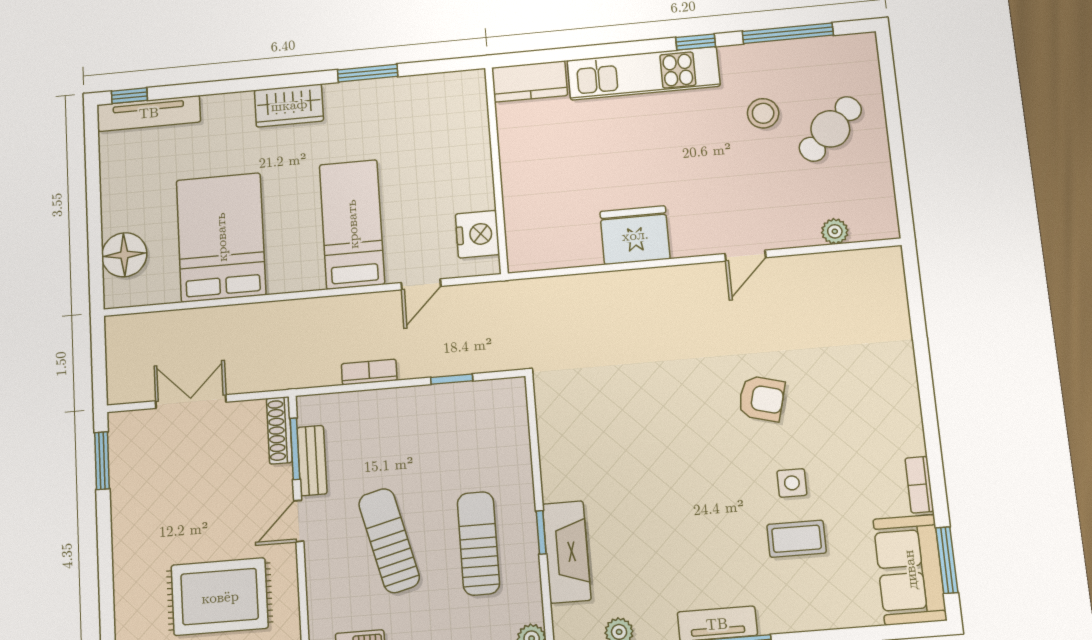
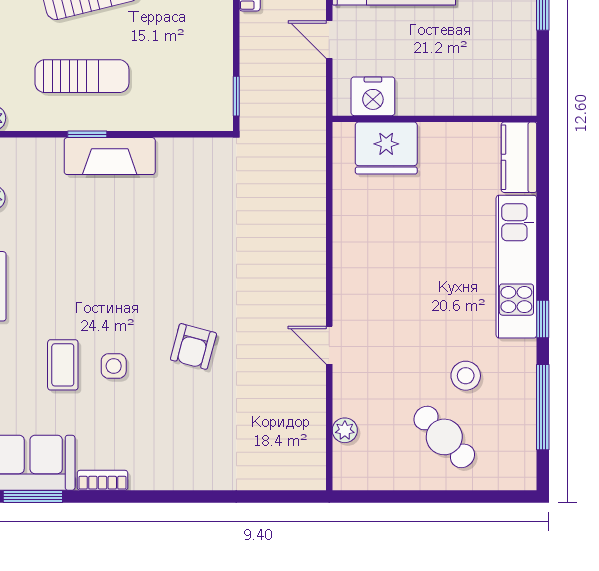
fridge: (635, 235) -> (386, 148), moved, turned 90
window: (452, 379) -> (236, 96), moved
fireplace: (567, 552) -> (110, 156), moved

